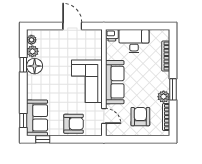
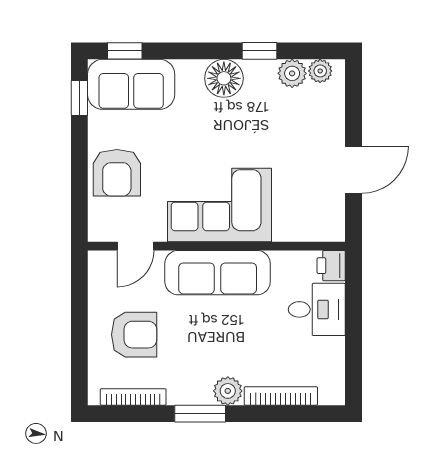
desk: (134, 41) -> (317, 309), width x0.73
floor lamp: (35, 66) -> (224, 78), moved
plant: (164, 97) -> (228, 391), moved

